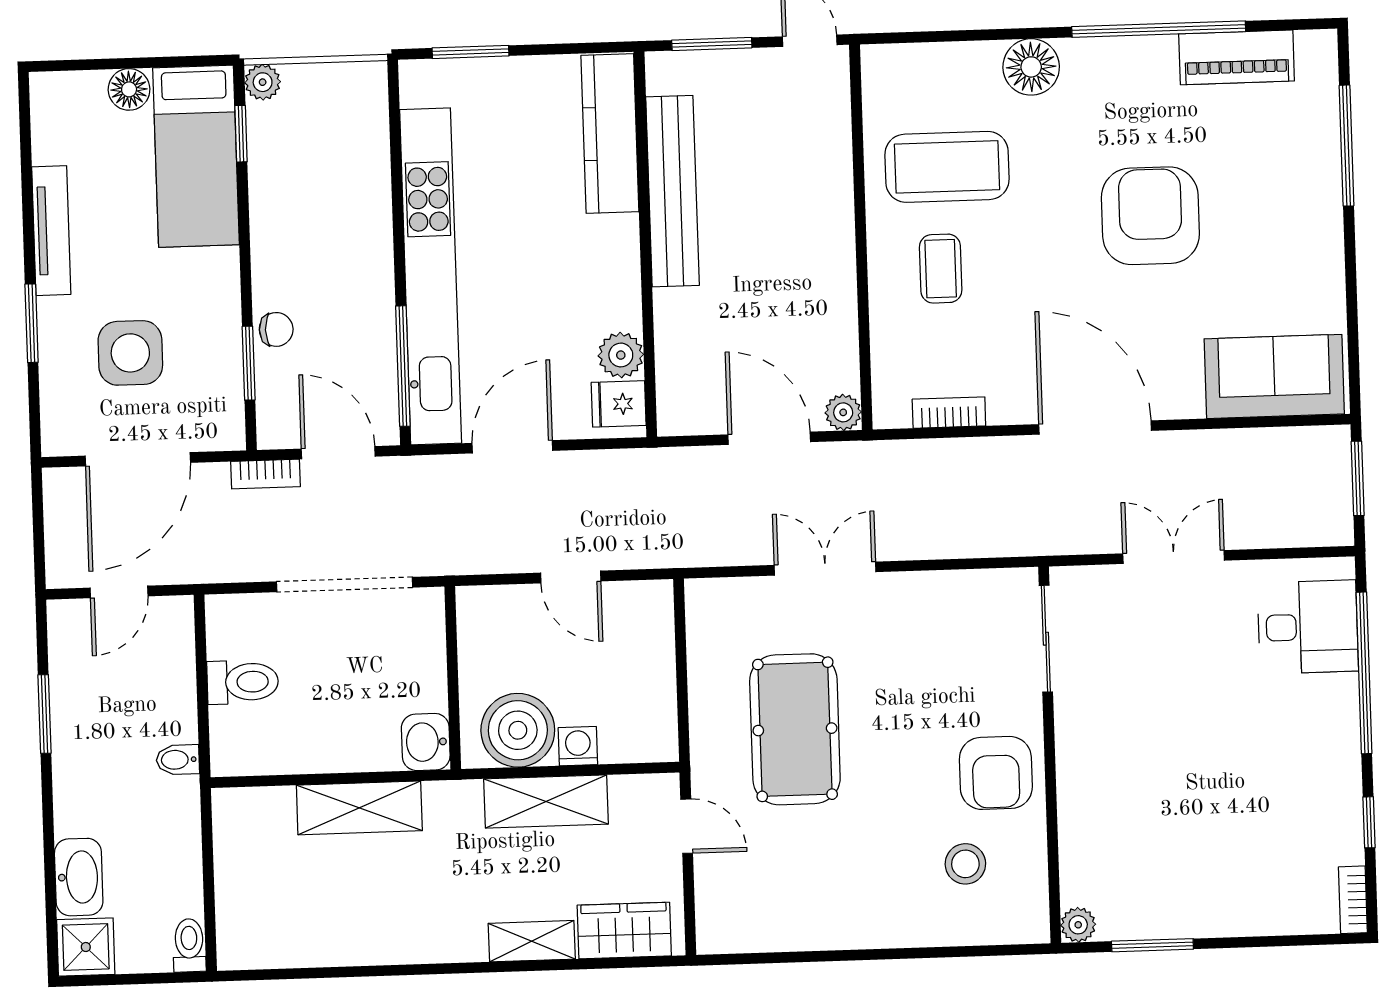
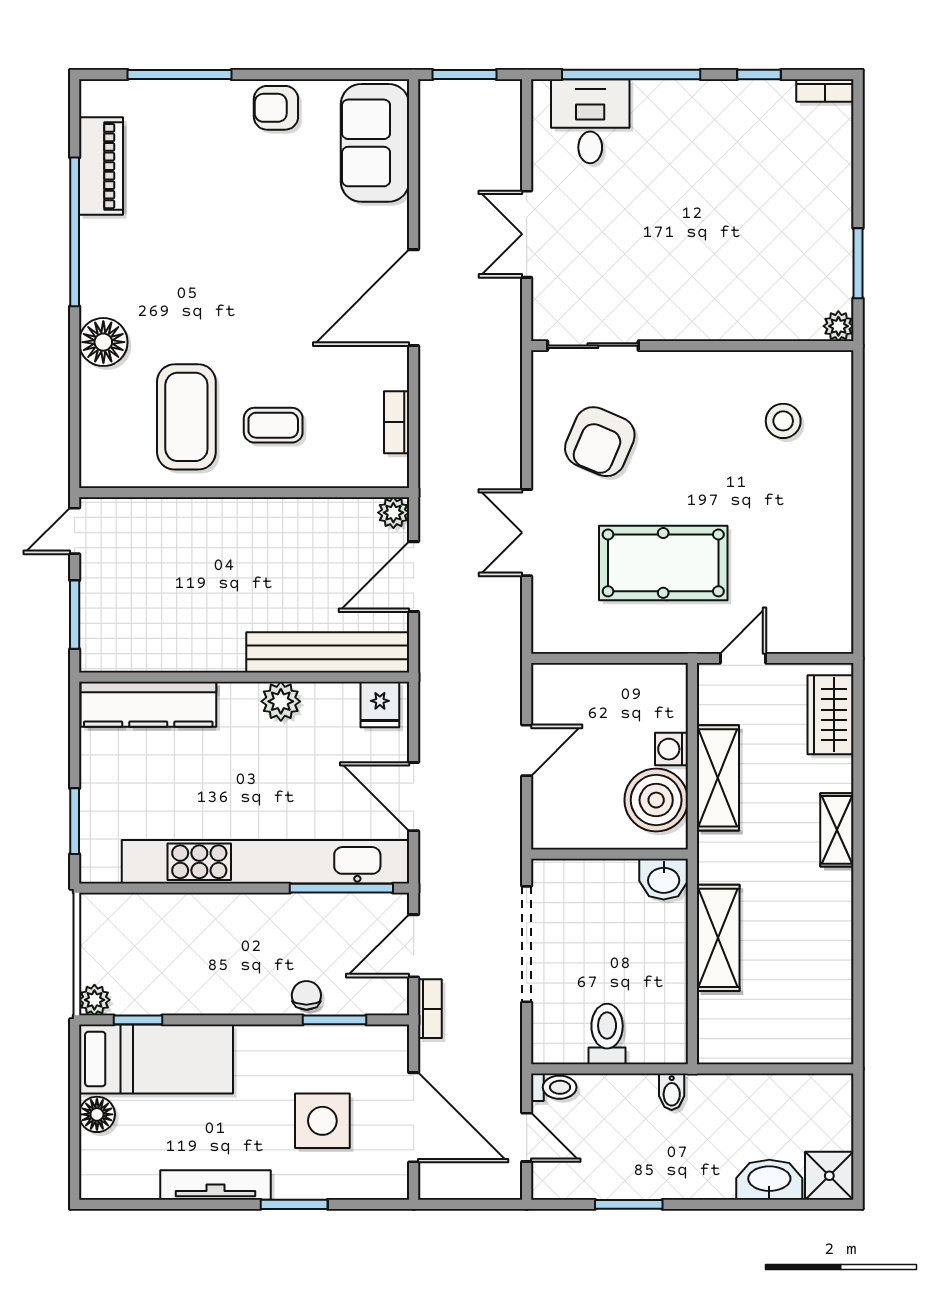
bench: (673, 191) -> (328, 652), moved
armchair: (1150, 216) -> (276, 108), moved, width x0.53, depth x0.53
plant: (621, 355) -> (281, 701), moved
armchair: (996, 773) -> (600, 442), moved, turned 113
shelving: (532, 941) -> (837, 830), moved
toilet: (189, 945) -> (554, 1087), moved, turned 180

